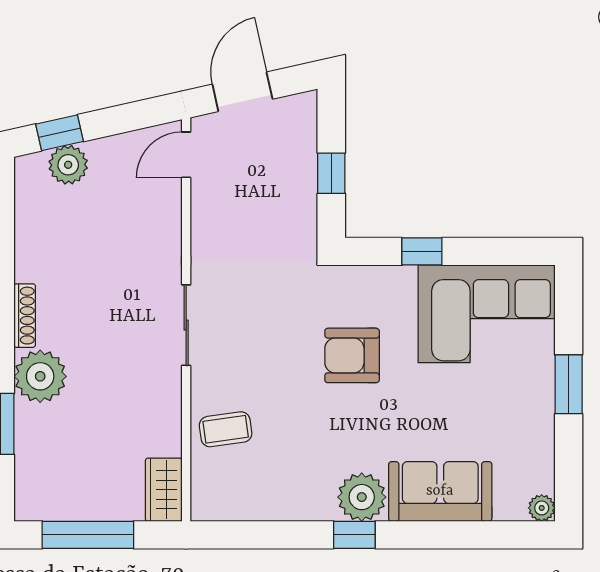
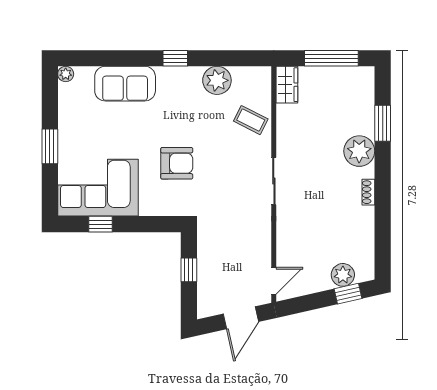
window: (422, 251) -> (100, 224), moved
shoe rack: (25, 316) -> (368, 192), width x0.70
coffee table: (226, 429) -> (251, 120), turned 35
plant: (362, 497) -> (217, 80), moved

